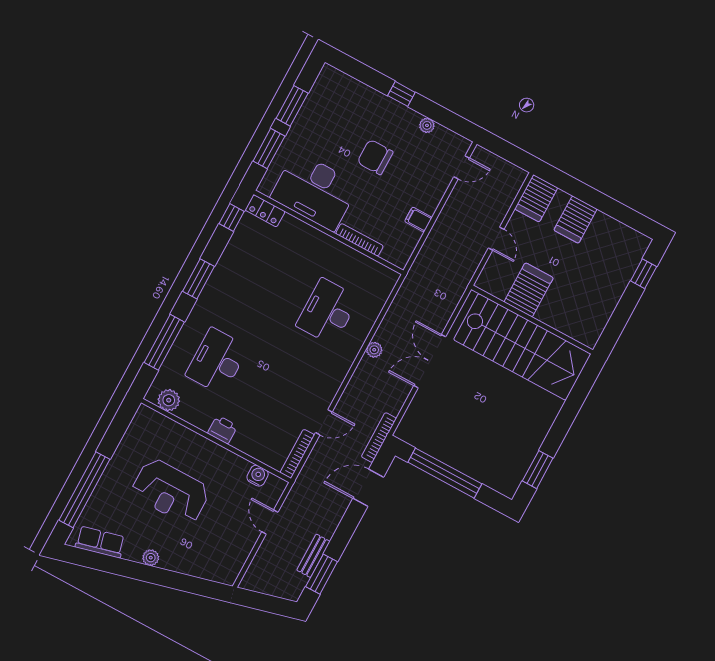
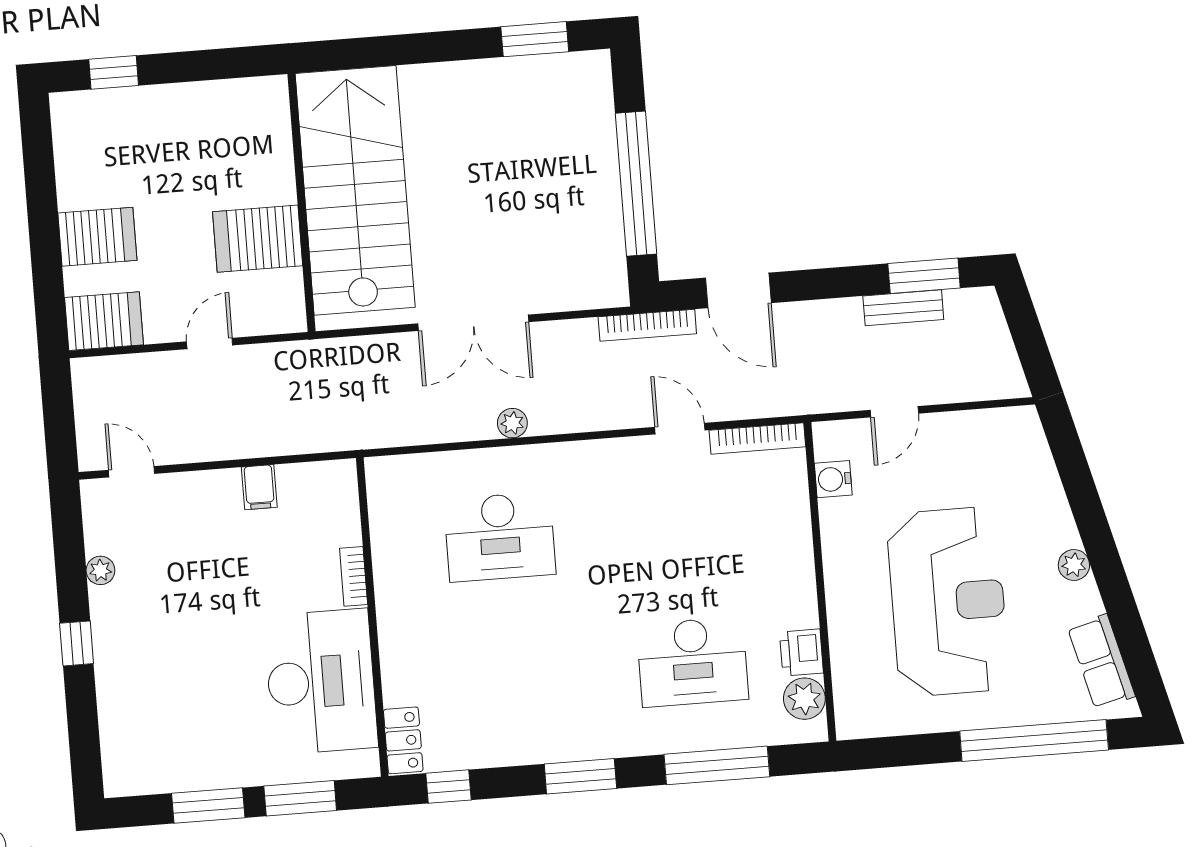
chair: (375, 157) -> (204, 620), removed
bookcase: (359, 240) -> (354, 576), width x0.64
printer: (222, 430) -> (801, 653), moved
reception desk: (171, 491) -> (948, 602), width x1.36, depth x1.30

